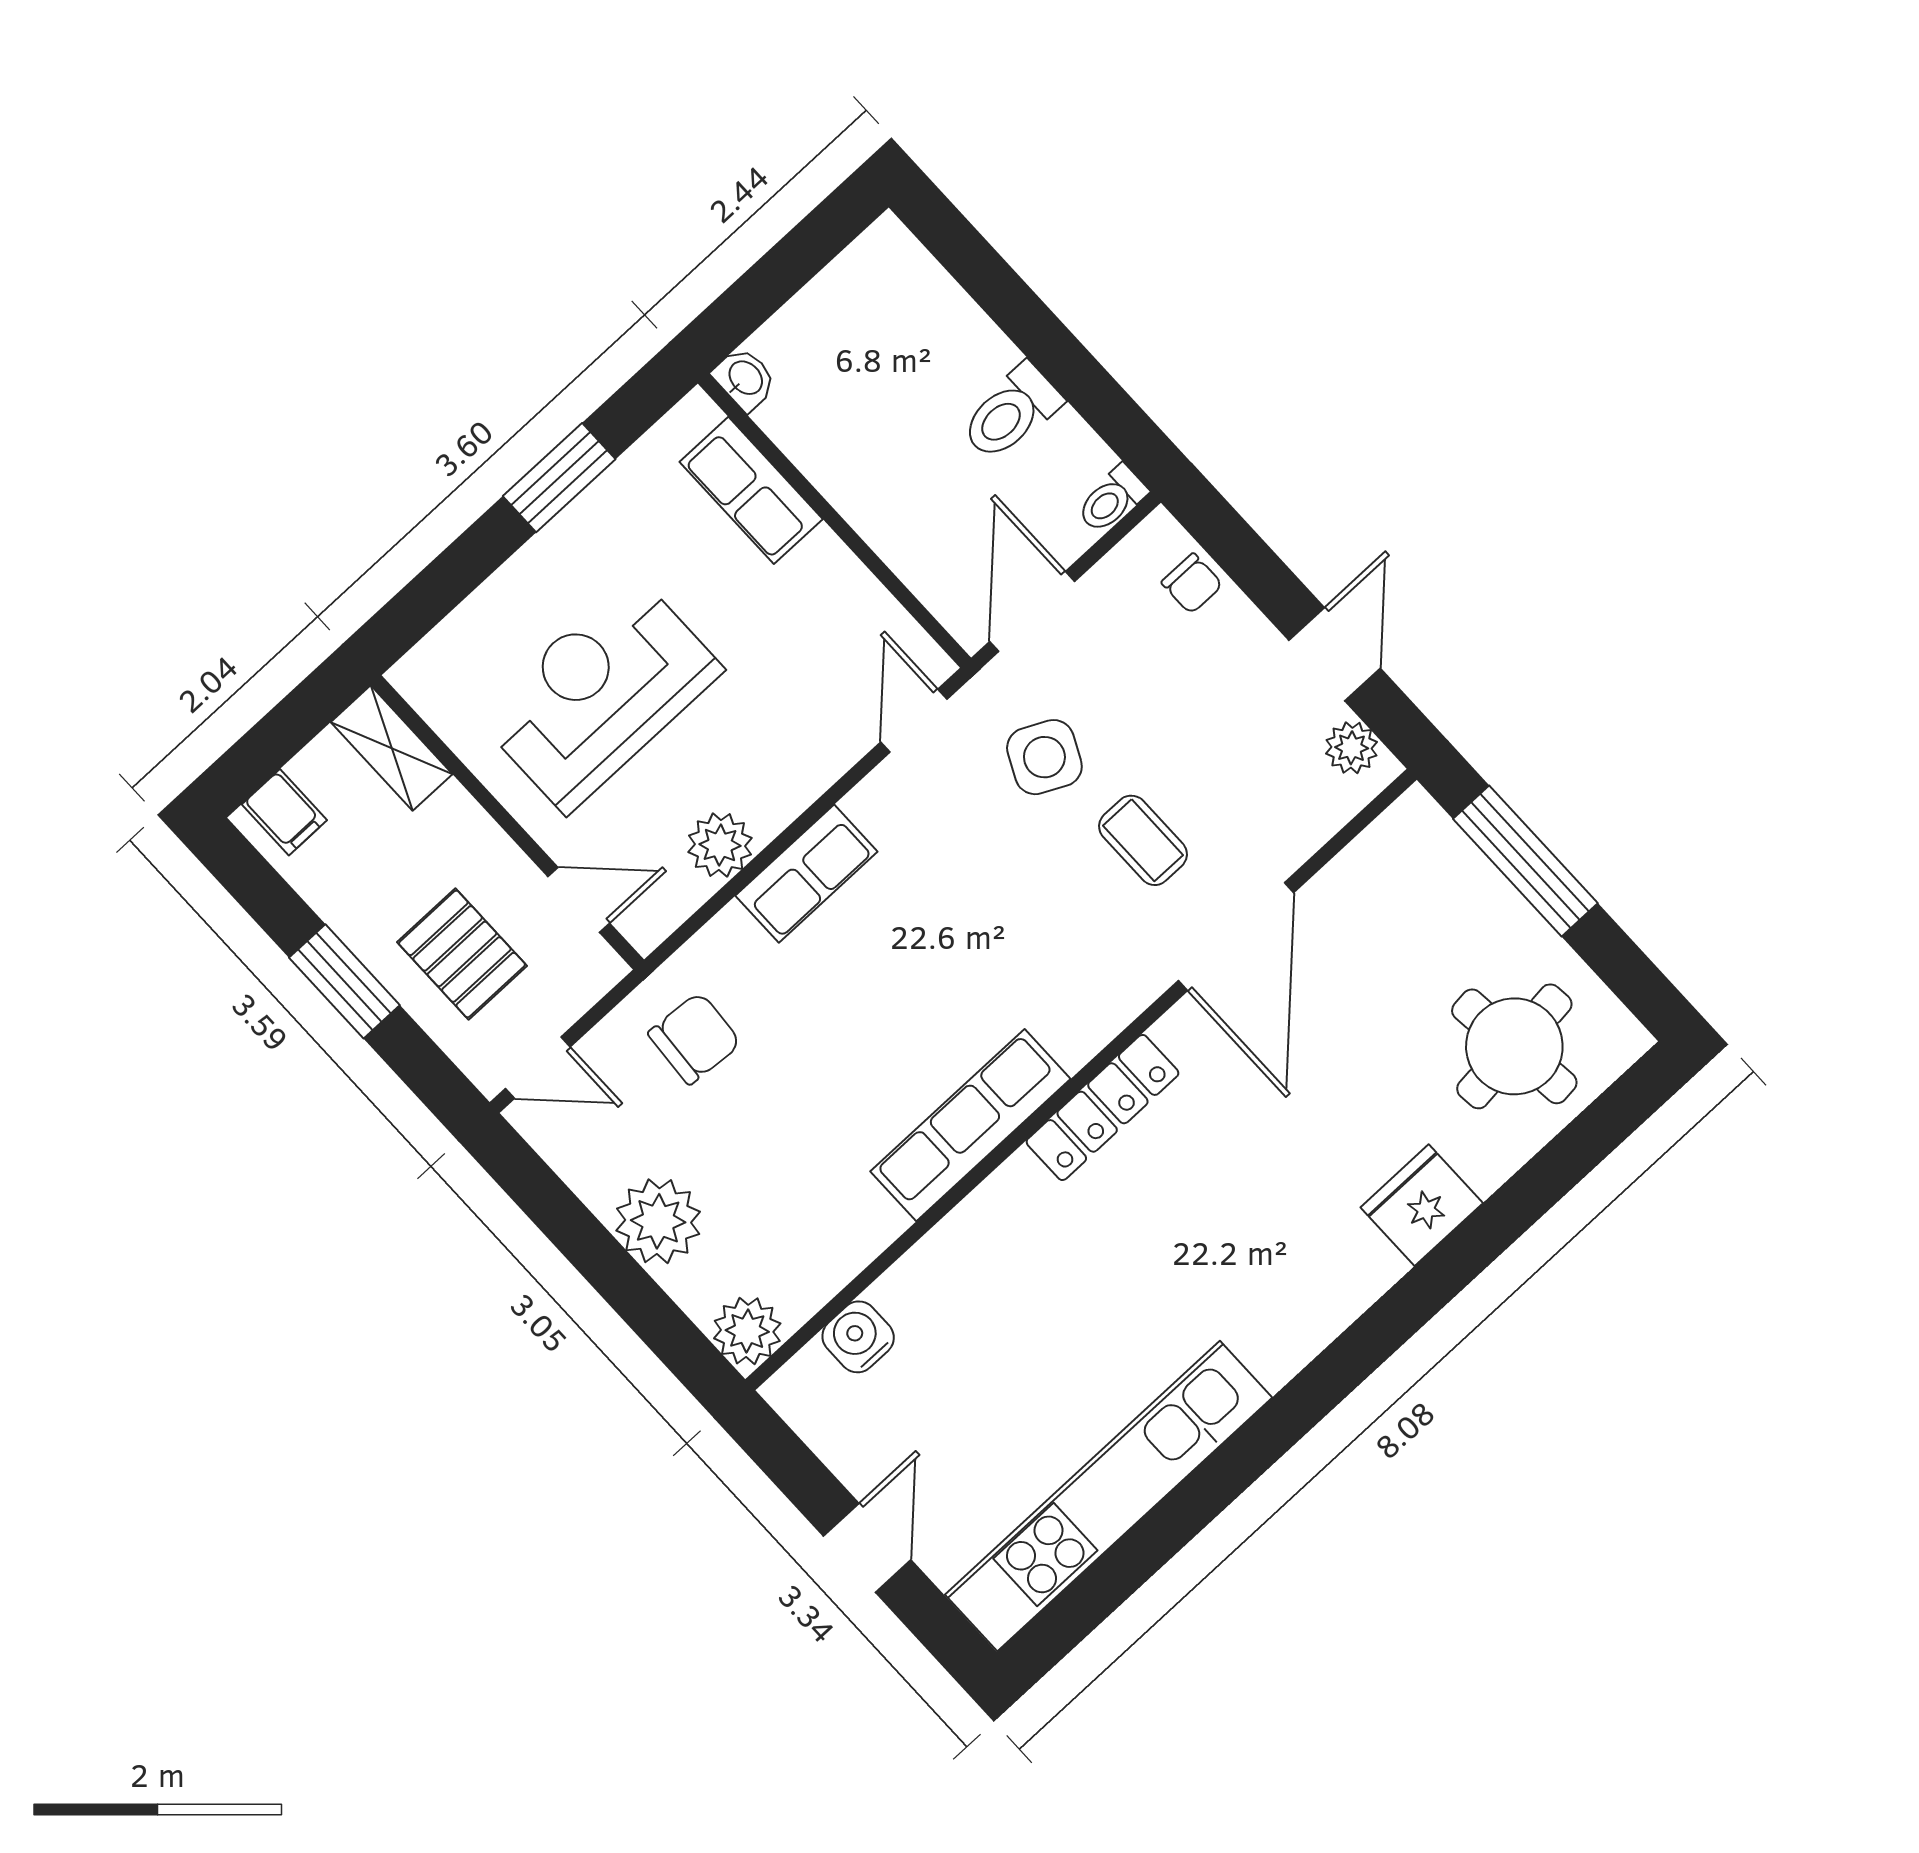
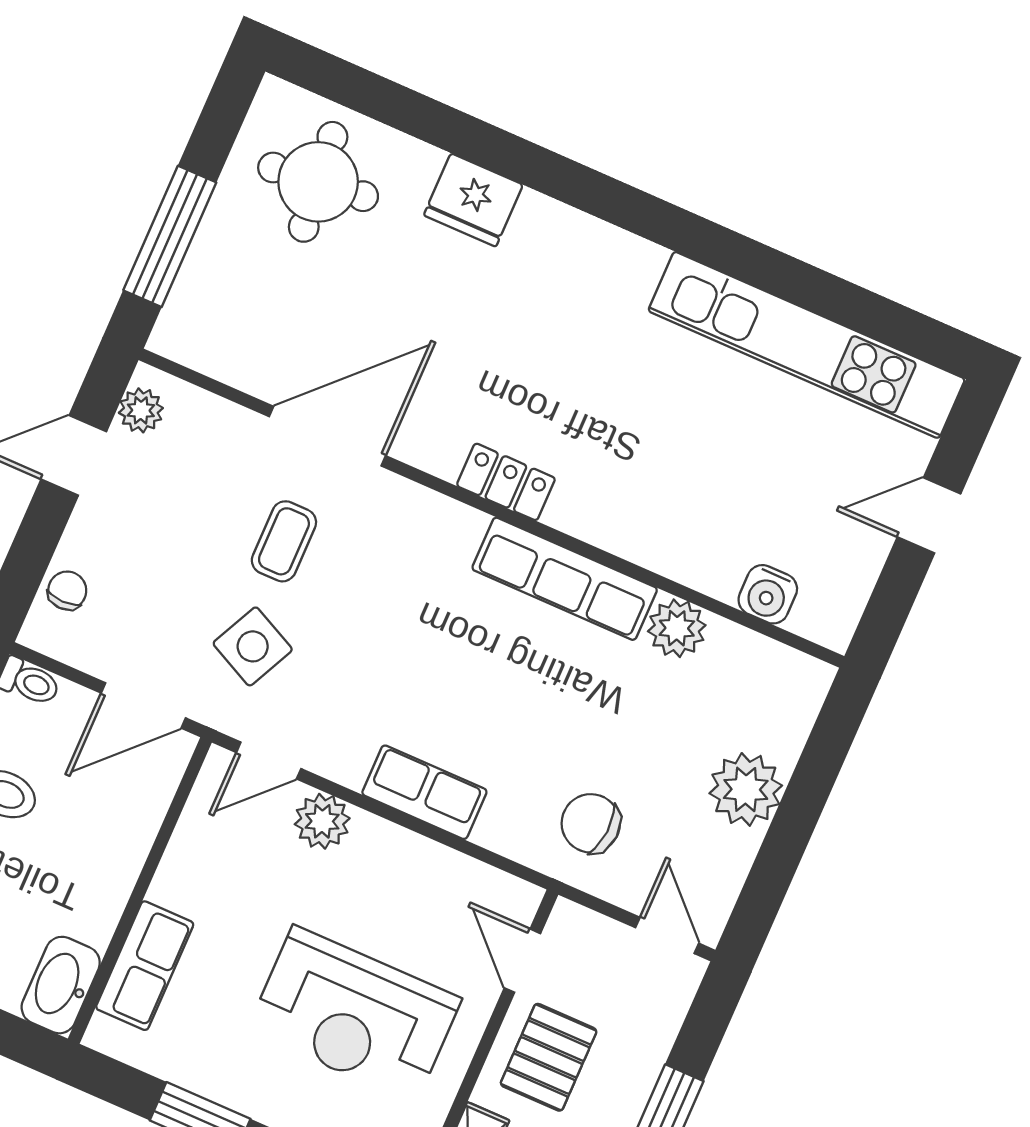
washbasin: (745, 379) -> (61, 985), width x1.91, depth x1.45
plant: (720, 845) -> (322, 821), moved
pallet: (462, 954) -> (549, 1057), moved
locker: (1102, 1107) -> (506, 482), width x0.66
plant: (747, 1331) -> (677, 628), moved

